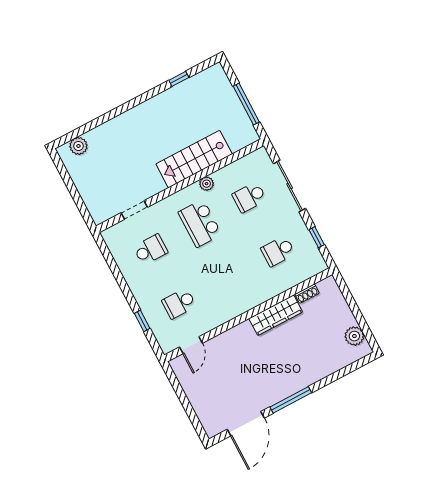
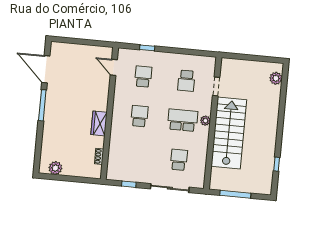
stairs: (194, 159) -> (229, 133), width x1.36, depth x1.51
plant: (207, 184) -> (205, 121), moved
school desk: (278, 251) -> (139, 116), moved
wardrobe: (276, 315) -> (99, 123), width x0.67

